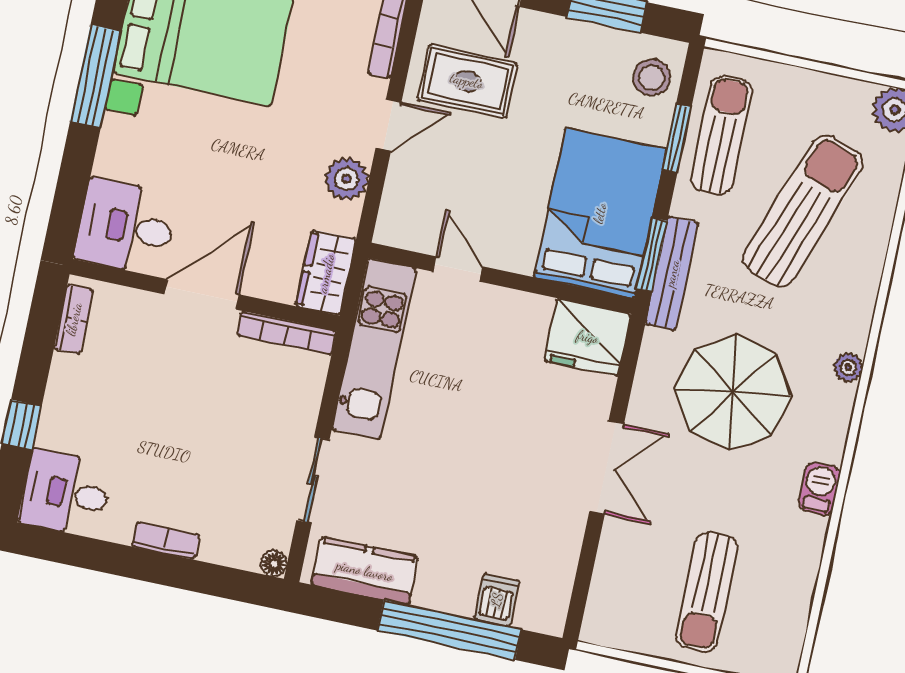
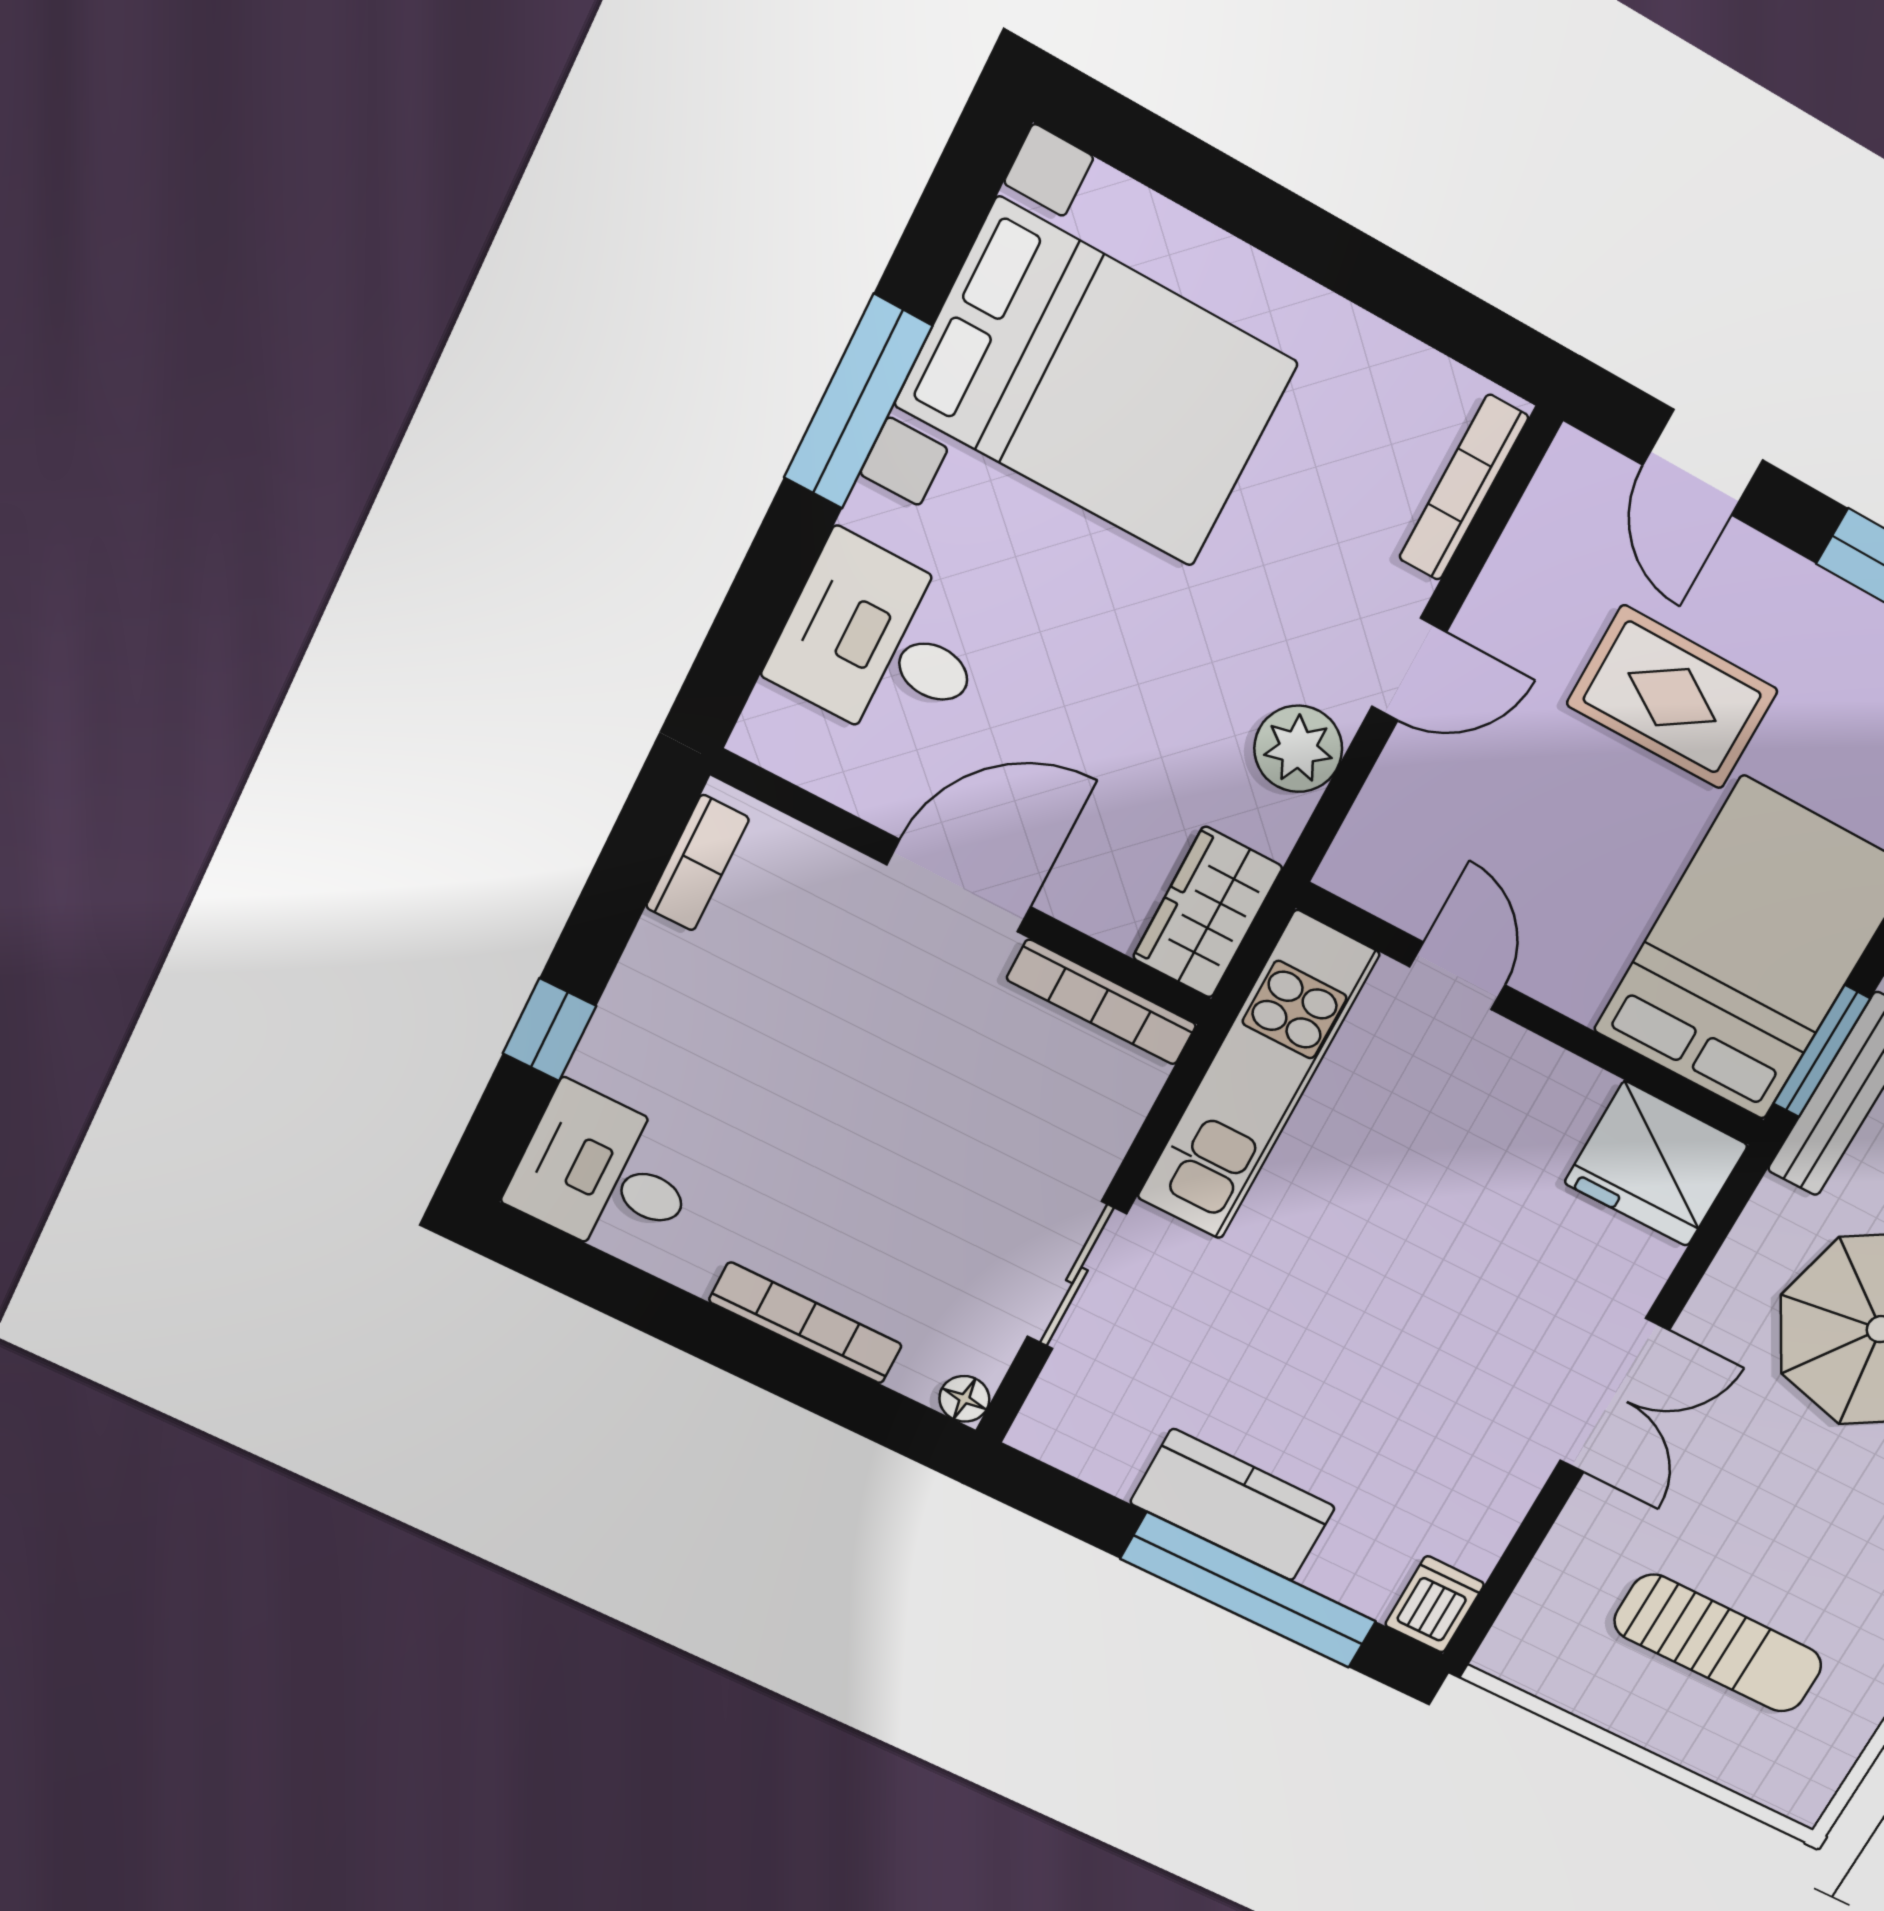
rug: (467, 81) -> (1672, 697), moved
desk: (126, 227) -> (881, 644), moved
bookcase: (166, 541) -> (806, 1323), width x1.56
kitchen counter: (365, 571) -> (1233, 1505), moved
sun lounger: (707, 592) -> (1718, 1643), turned -90
dishwasher: (497, 600) -> (1435, 1604), moved

